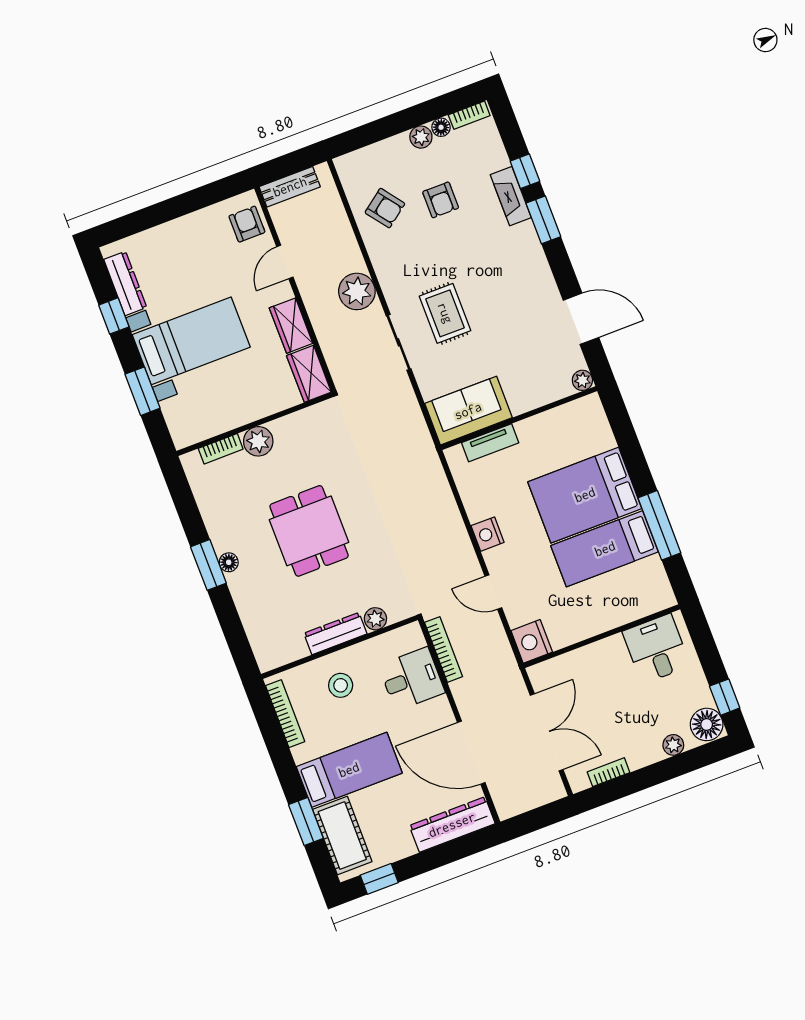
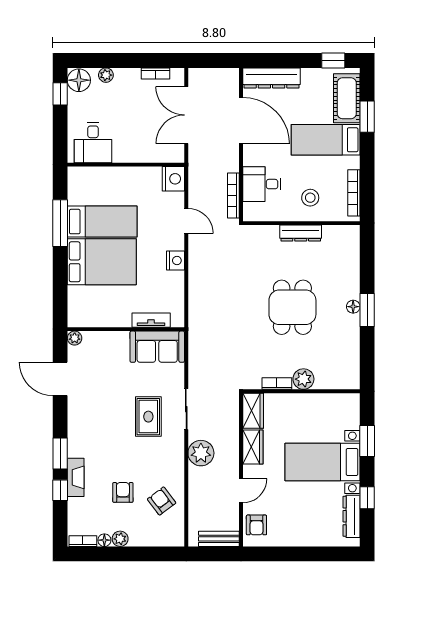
bookcase: (221, 449) -> (277, 384), moved
plant: (375, 619) -> (271, 233), removed

